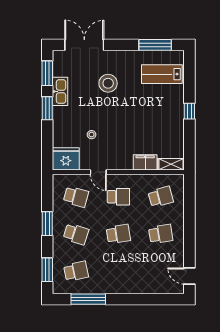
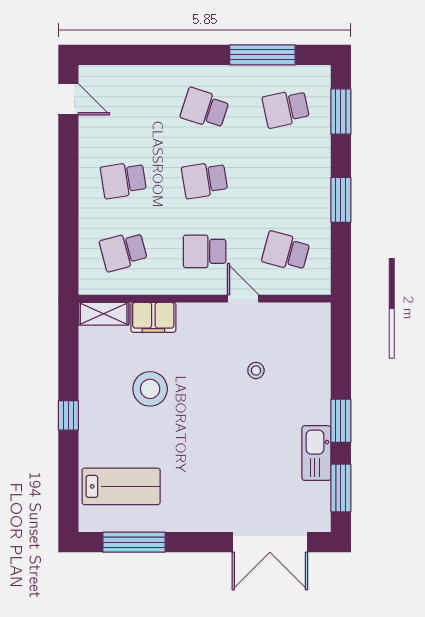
stool: (108, 83) -> (150, 389), moved
fridge: (66, 159) -> (305, 324), removed
school desk: (76, 234) -> (205, 109), moved

